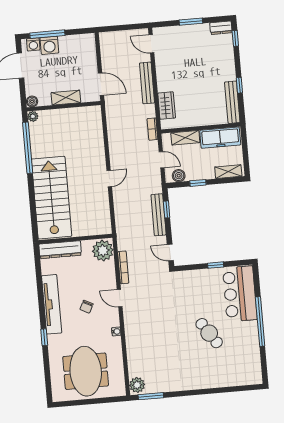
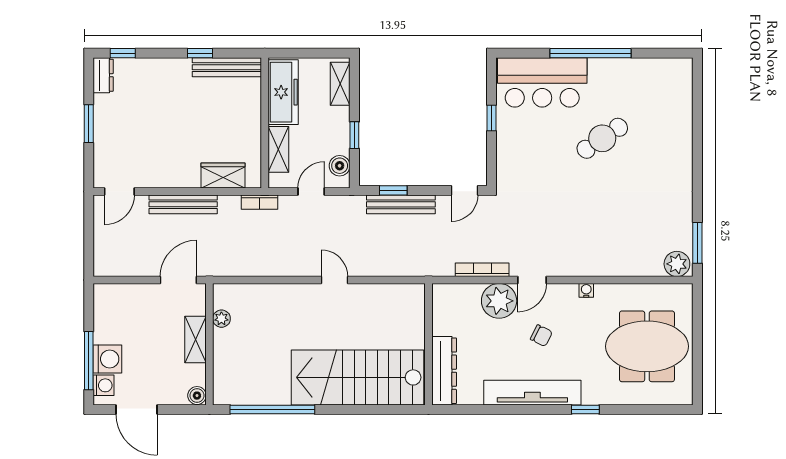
plant: (33, 116) -> (221, 319), moved
plant: (103, 251) -> (499, 301), moved

